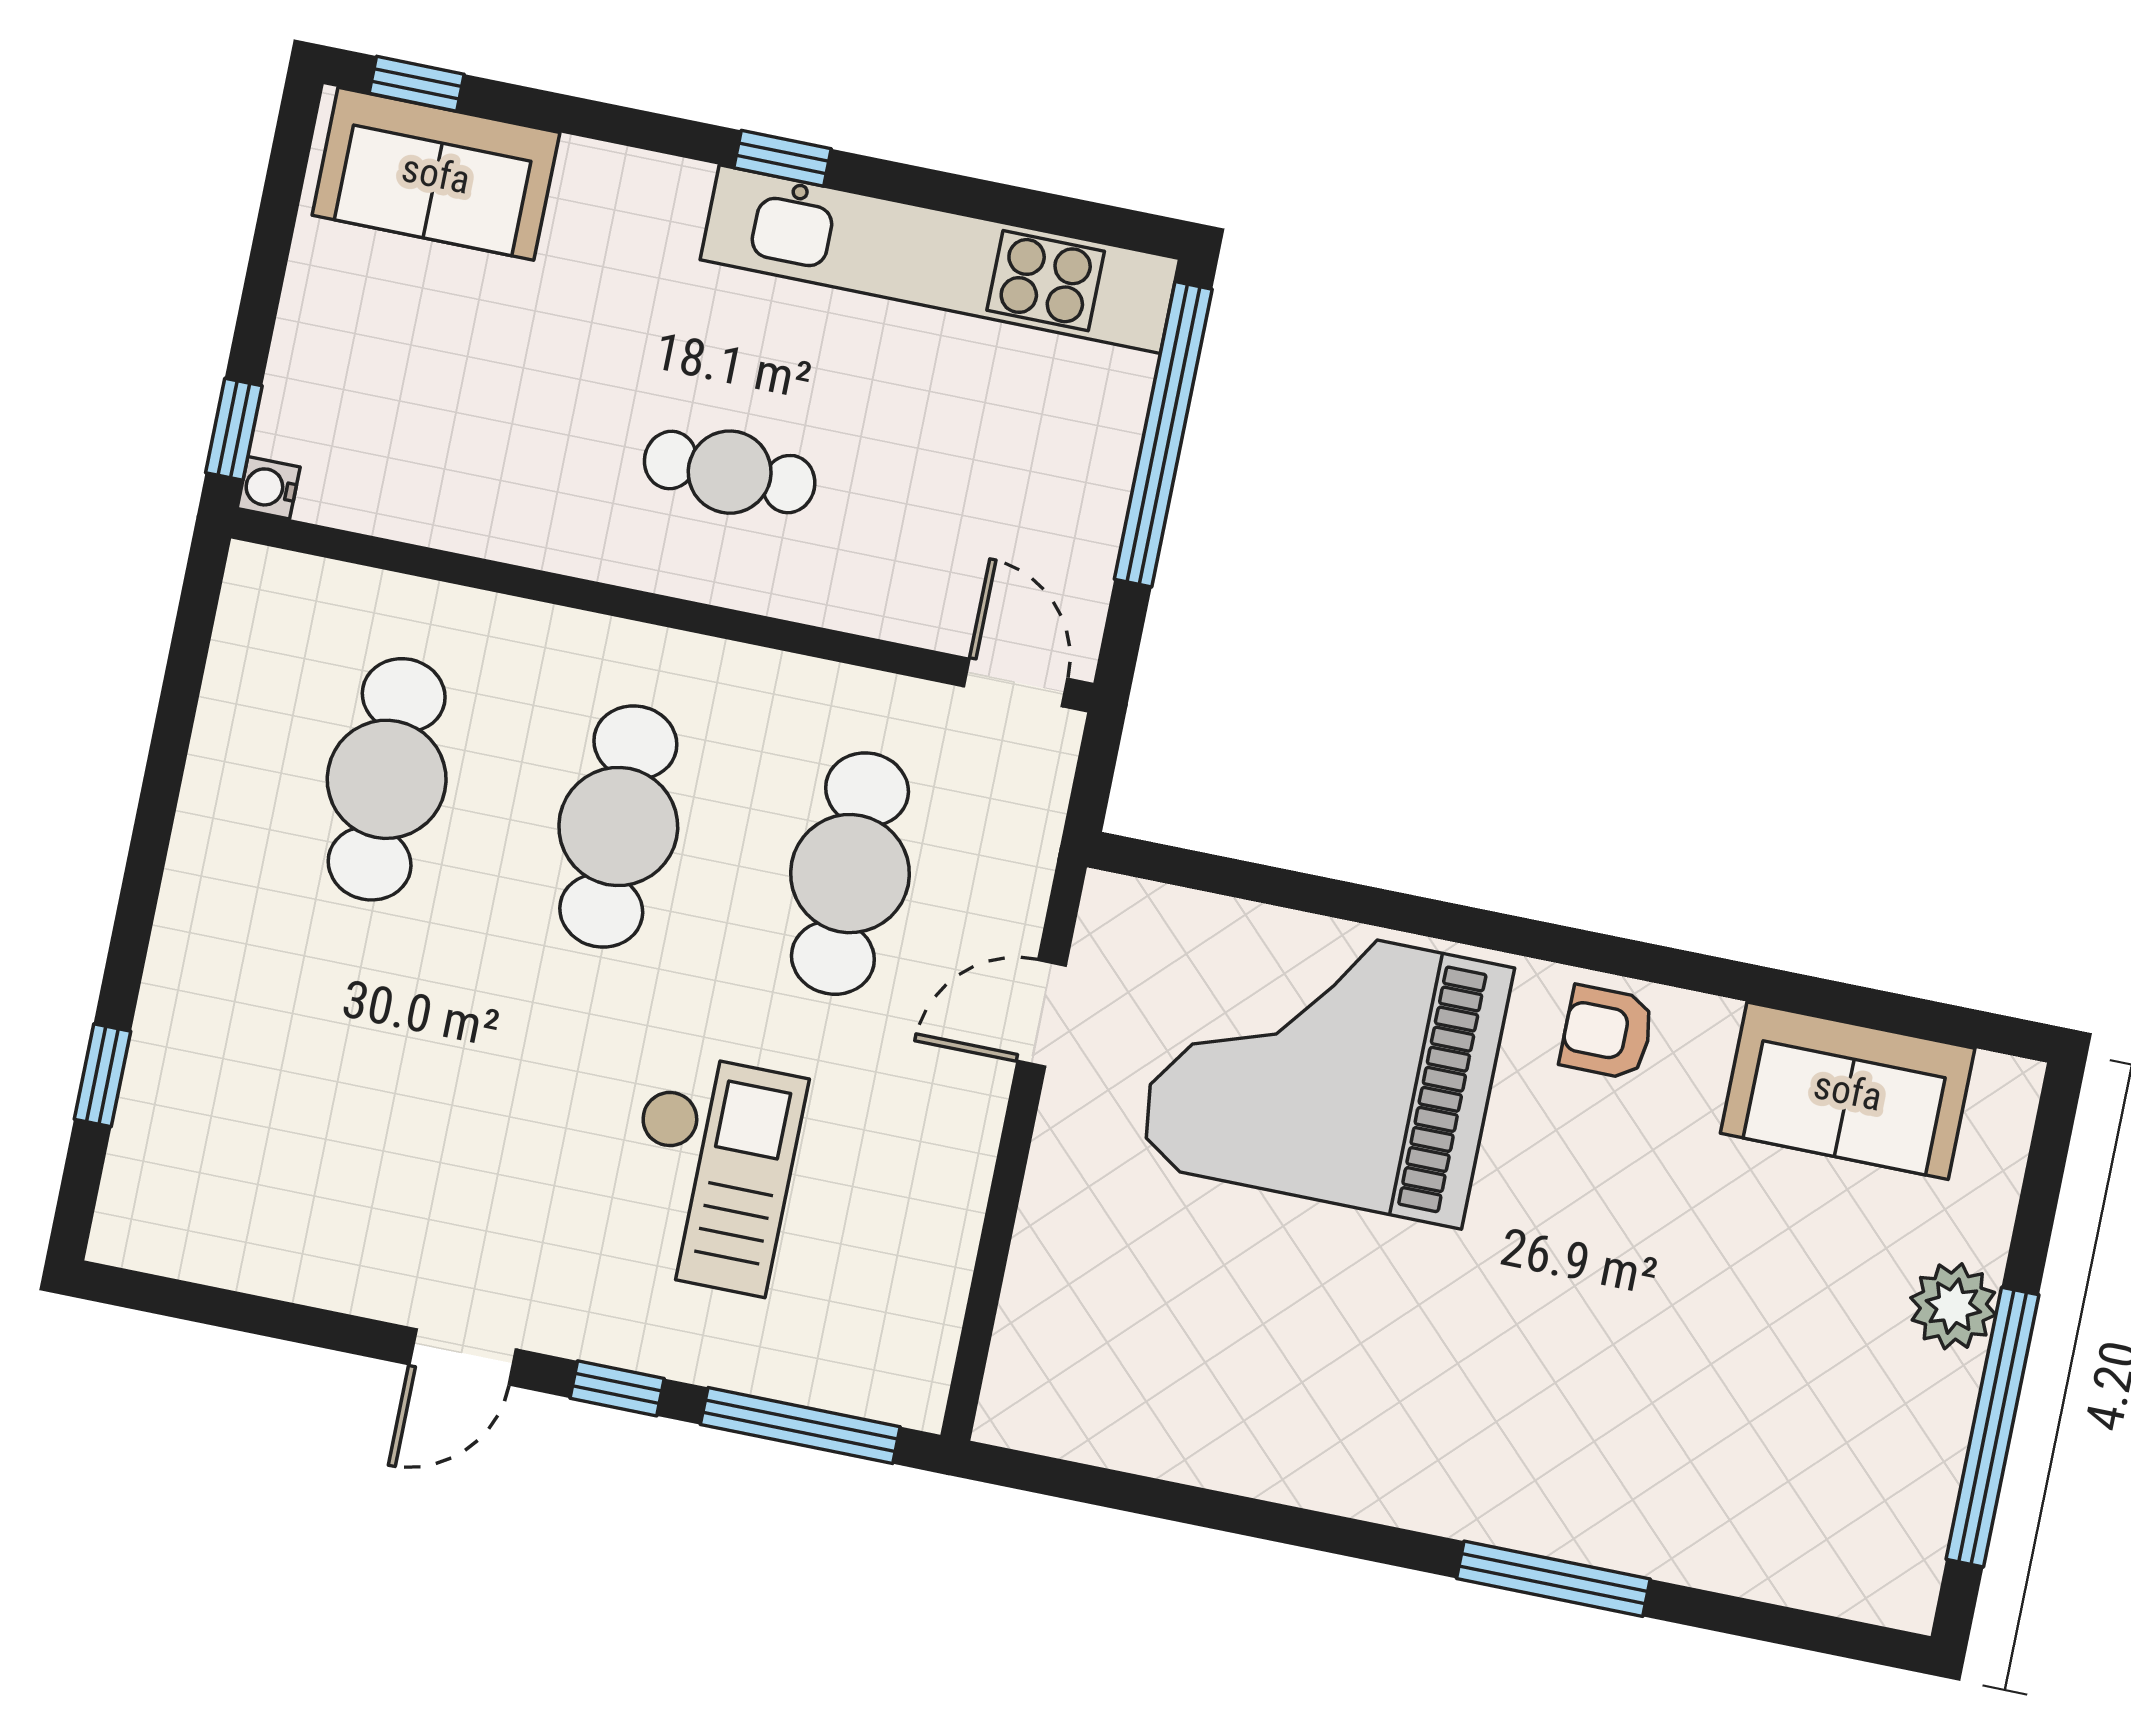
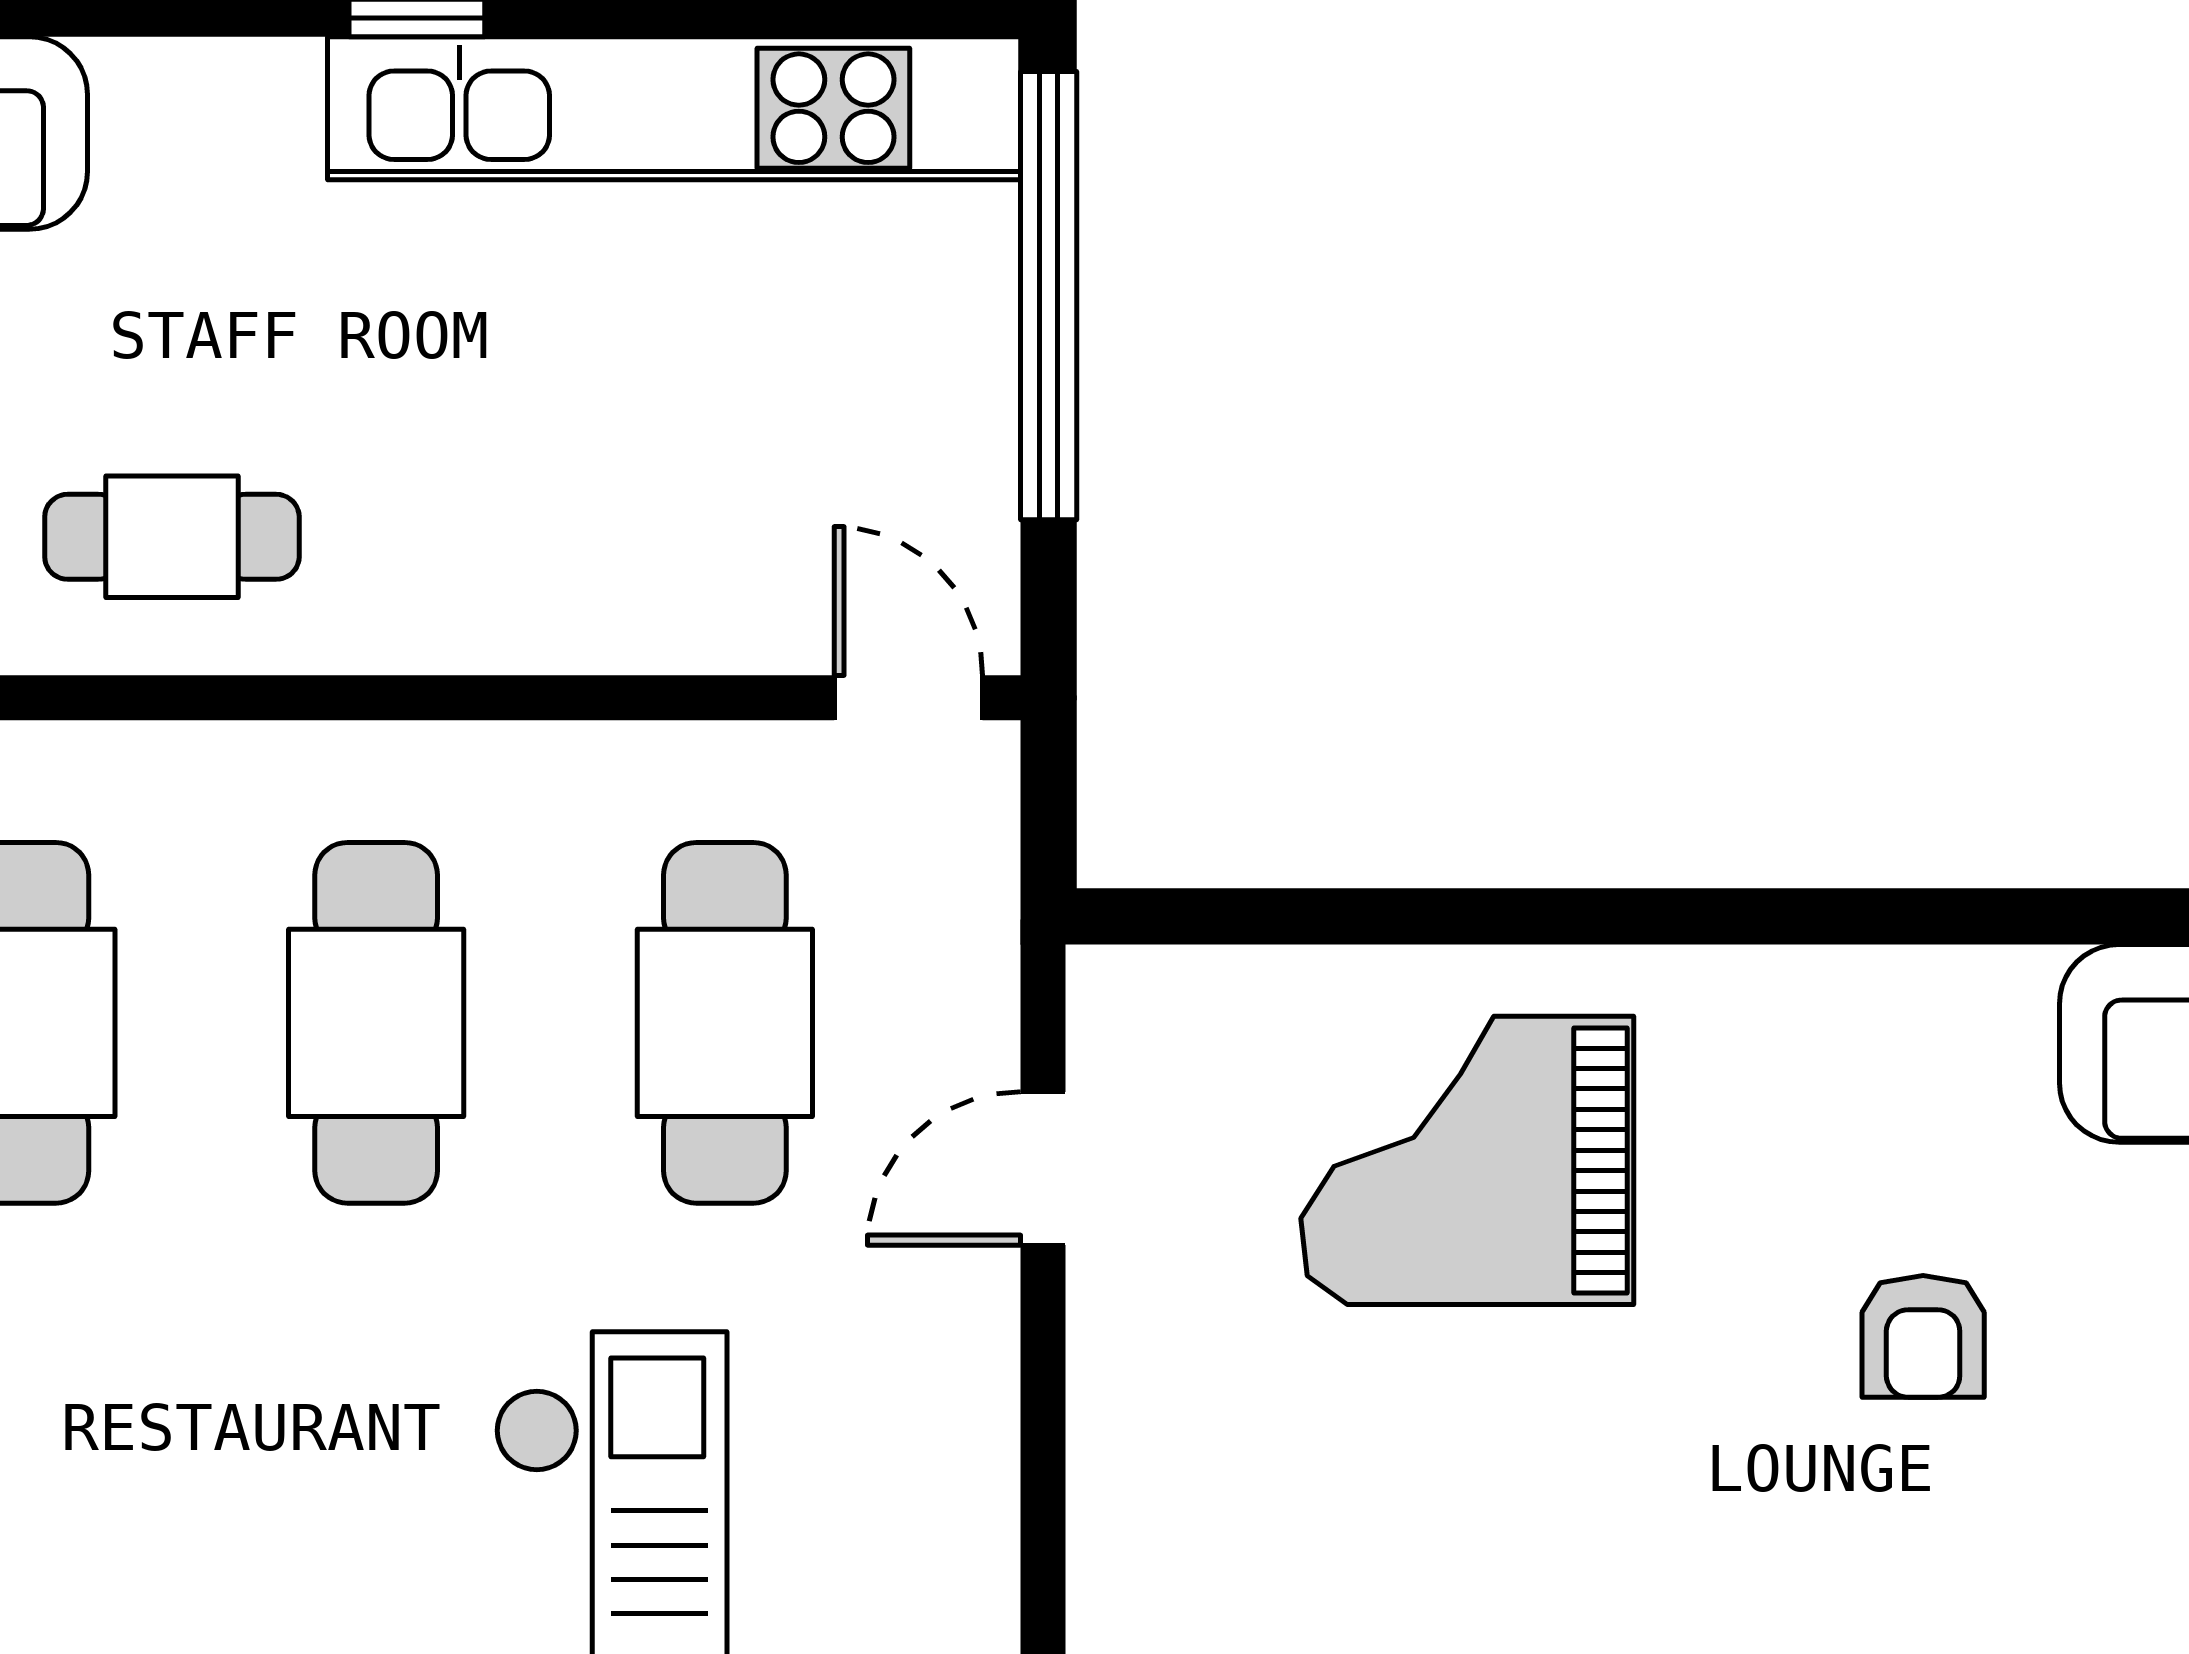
cafe table: (730, 472) -> (172, 537), moved
armchair: (1607, 1032) -> (1923, 1336), moved, turned -90
grand piano: (1325, 1065) -> (1467, 1160), width x0.73, depth x0.68

